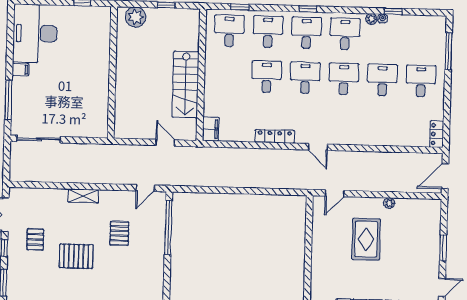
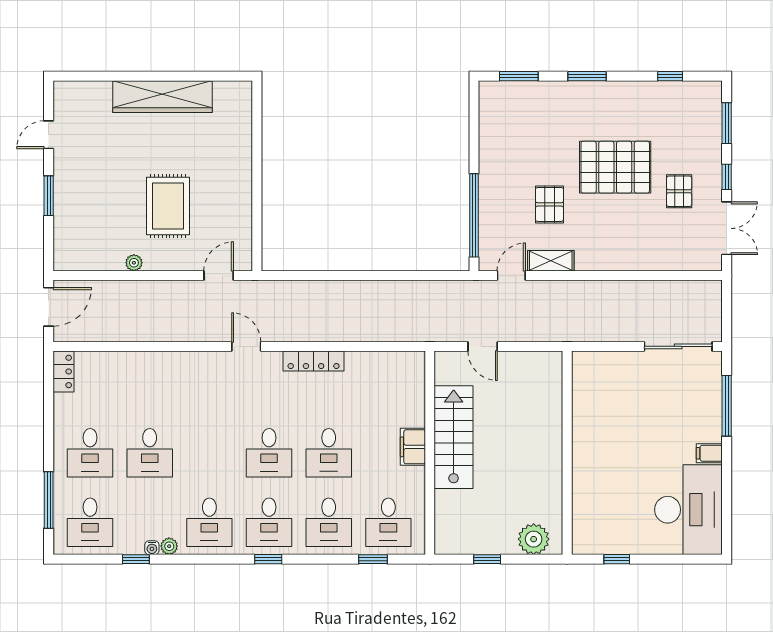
desk: (344, 79) -> (90, 522), moved
filing cabinet: (211, 129) -> (413, 447), moved
shelving: (83, 196) -> (551, 261), moved
pallet: (76, 256) -> (615, 167), width x1.37, depth x1.41

